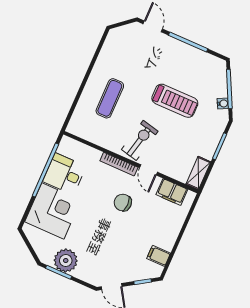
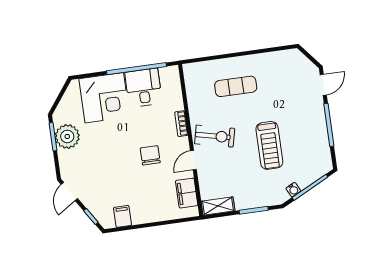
bookcase: (119, 164) -> (181, 124), width x0.64

